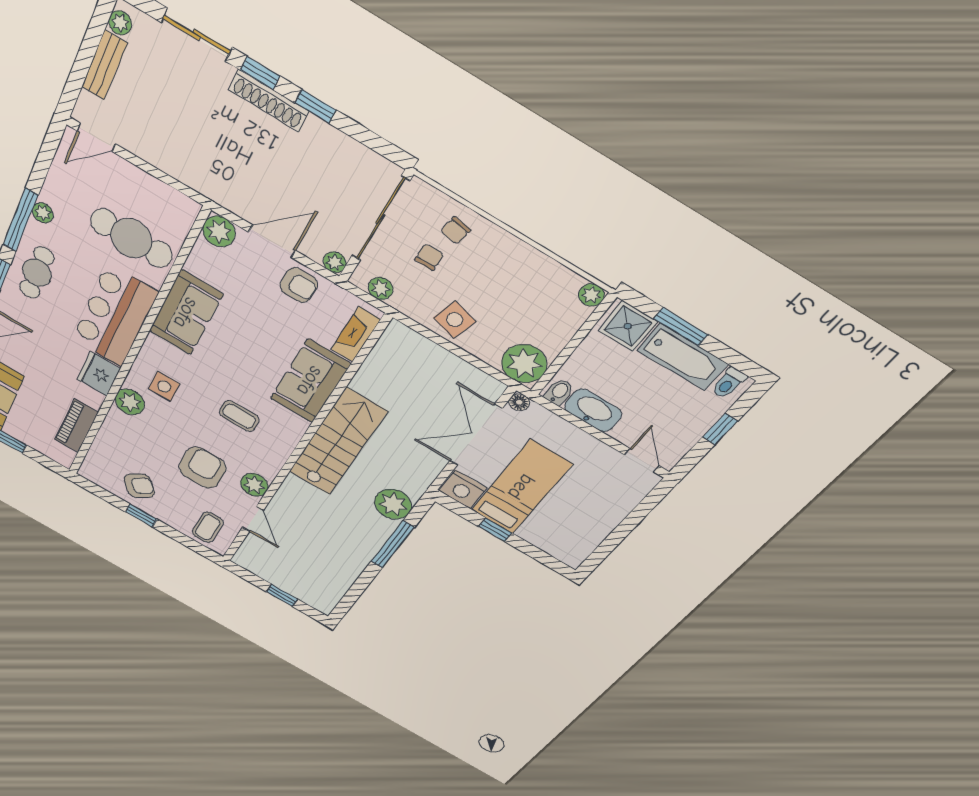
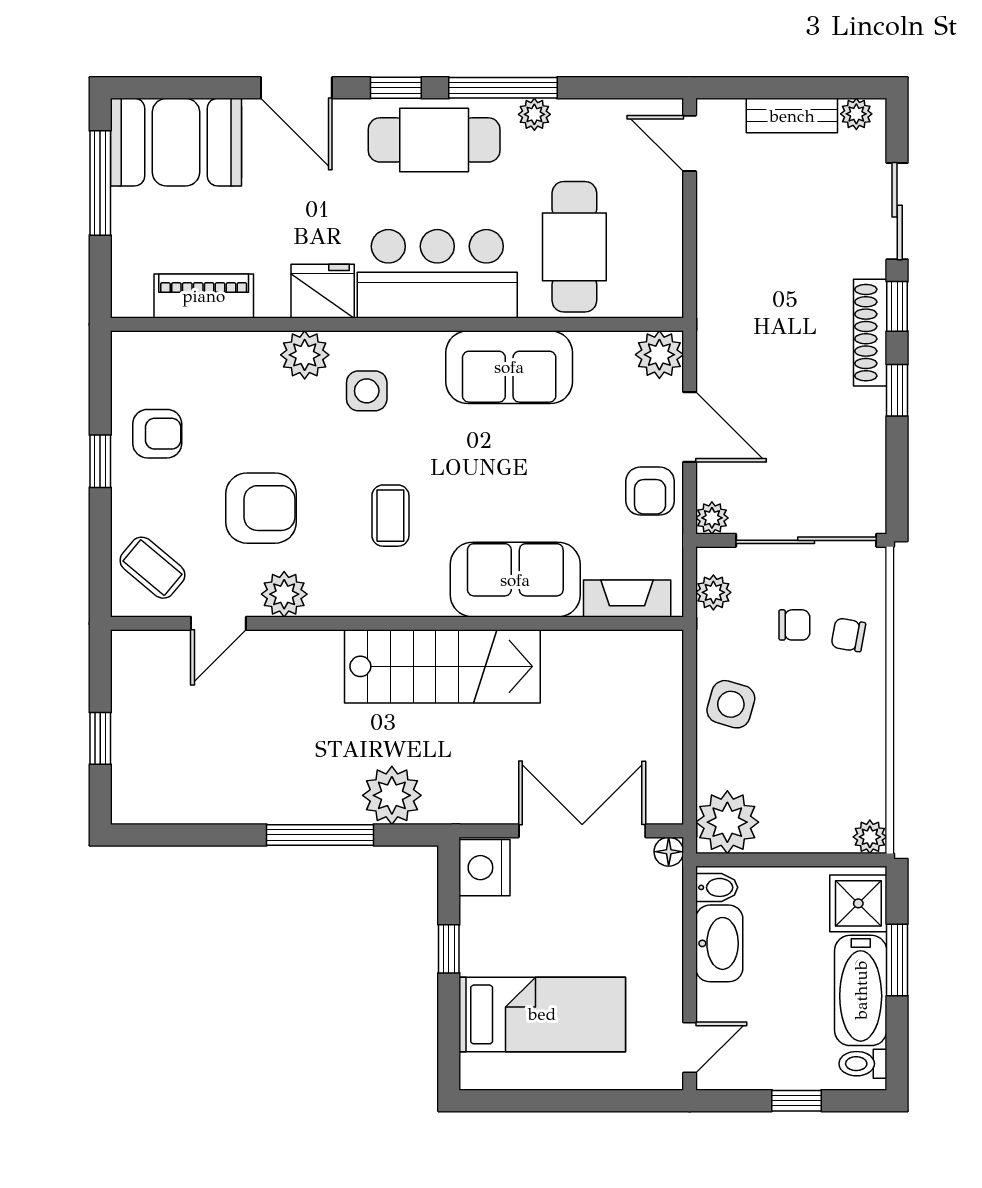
cafe table: (37, 273) -> (434, 140), width x1.37, depth x1.35
armchair: (139, 486) -> (157, 434), turned -51
bed: (521, 487) -> (542, 1014), moved
coffee table: (208, 527) -> (152, 568), turned 40

